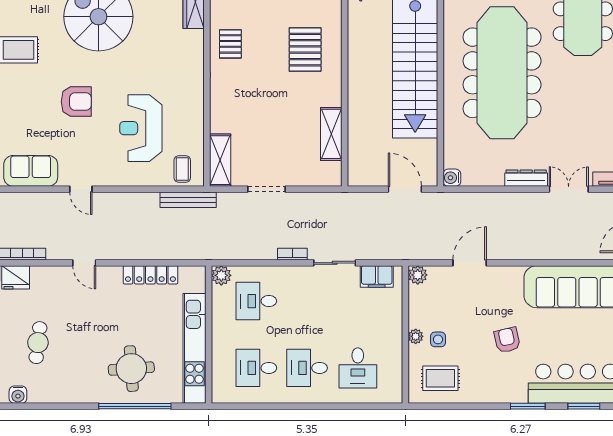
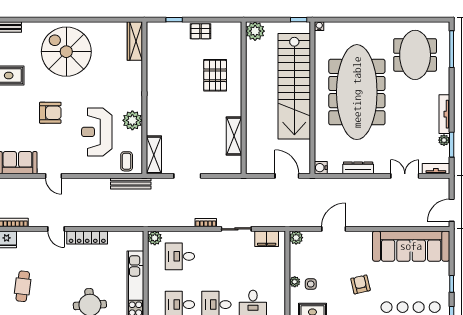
pallet: (230, 44) -> (161, 71), removed
plant: (190, 112) -> (132, 120), added
dresser: (526, 178) -> (358, 168), moved
locker: (150, 275) -> (87, 237), moved

